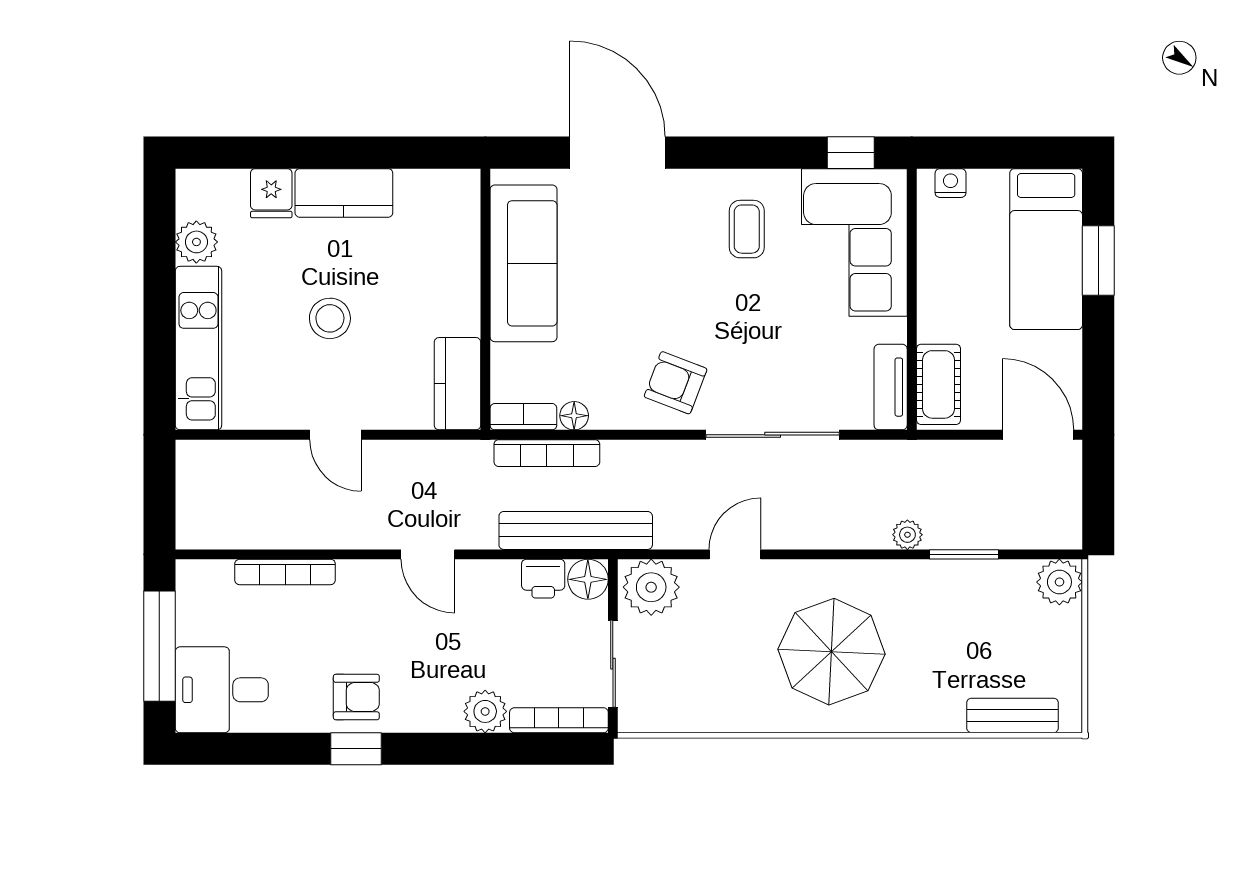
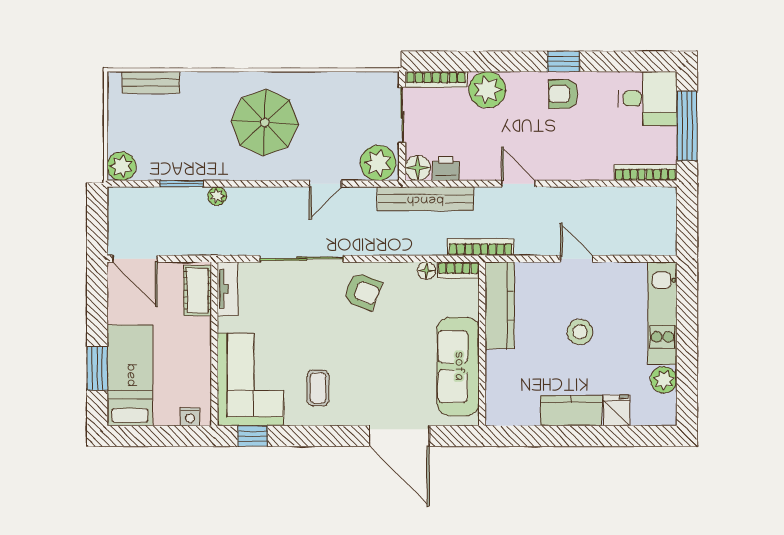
kitchen counter: (457, 384) -> (500, 305), width x1.50
bookcase: (547, 453) -> (481, 247), moved
bookcase: (285, 572) -> (645, 173), moved
plant: (485, 711) -> (487, 90), width x1.36, depth x1.36

